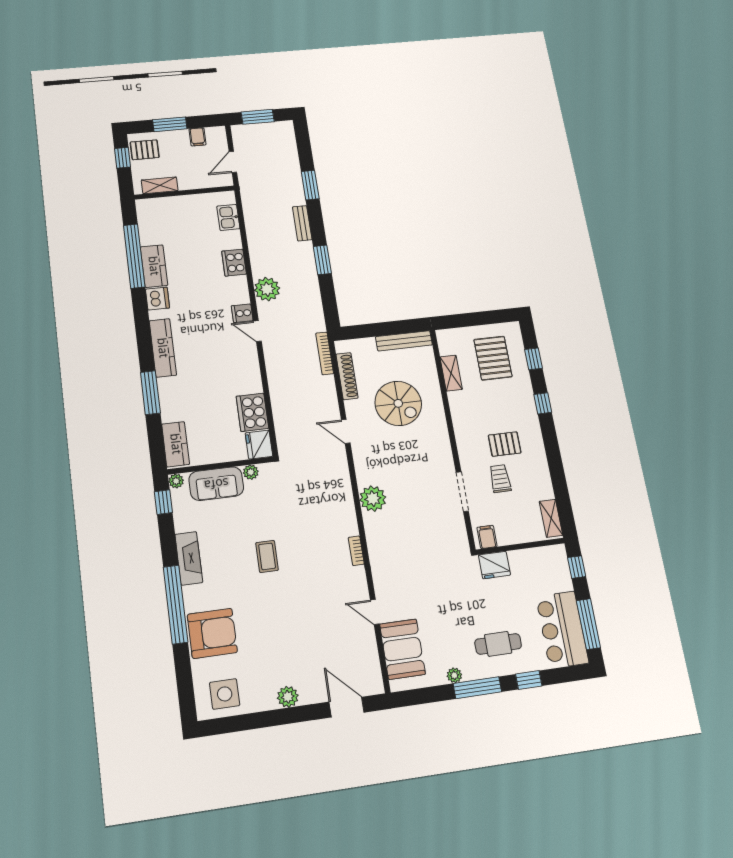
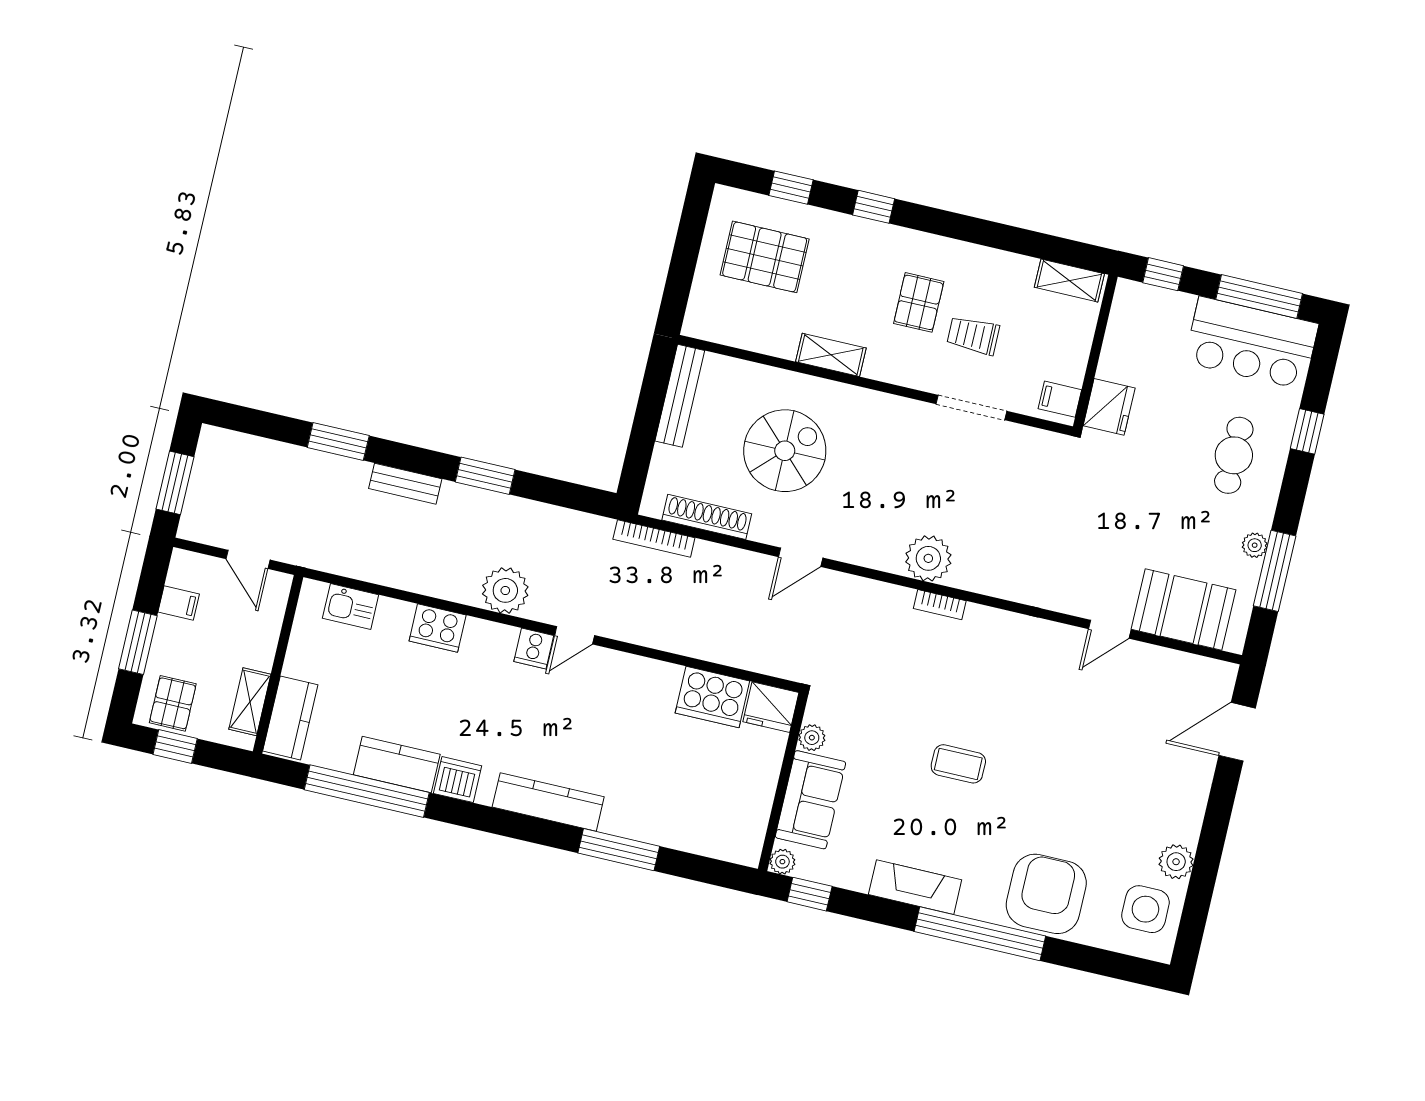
shelving: (451, 373) -> (831, 355), moved
kitchen counter: (176, 444) -> (290, 718), moved, turned 90
bookcase: (356, 551) -> (940, 605), moved
window: (477, 688) -> (1275, 571), moved
plant: (288, 697) -> (1176, 862), moved

